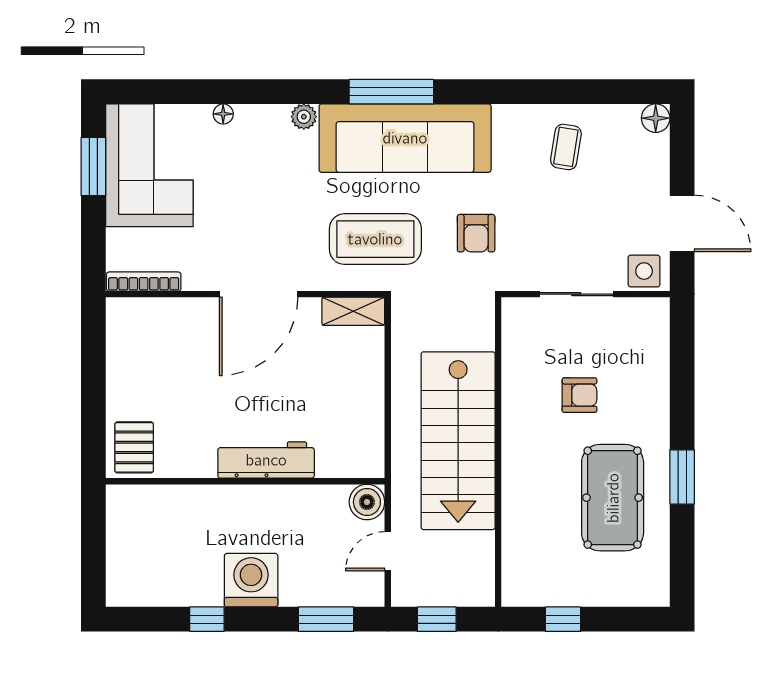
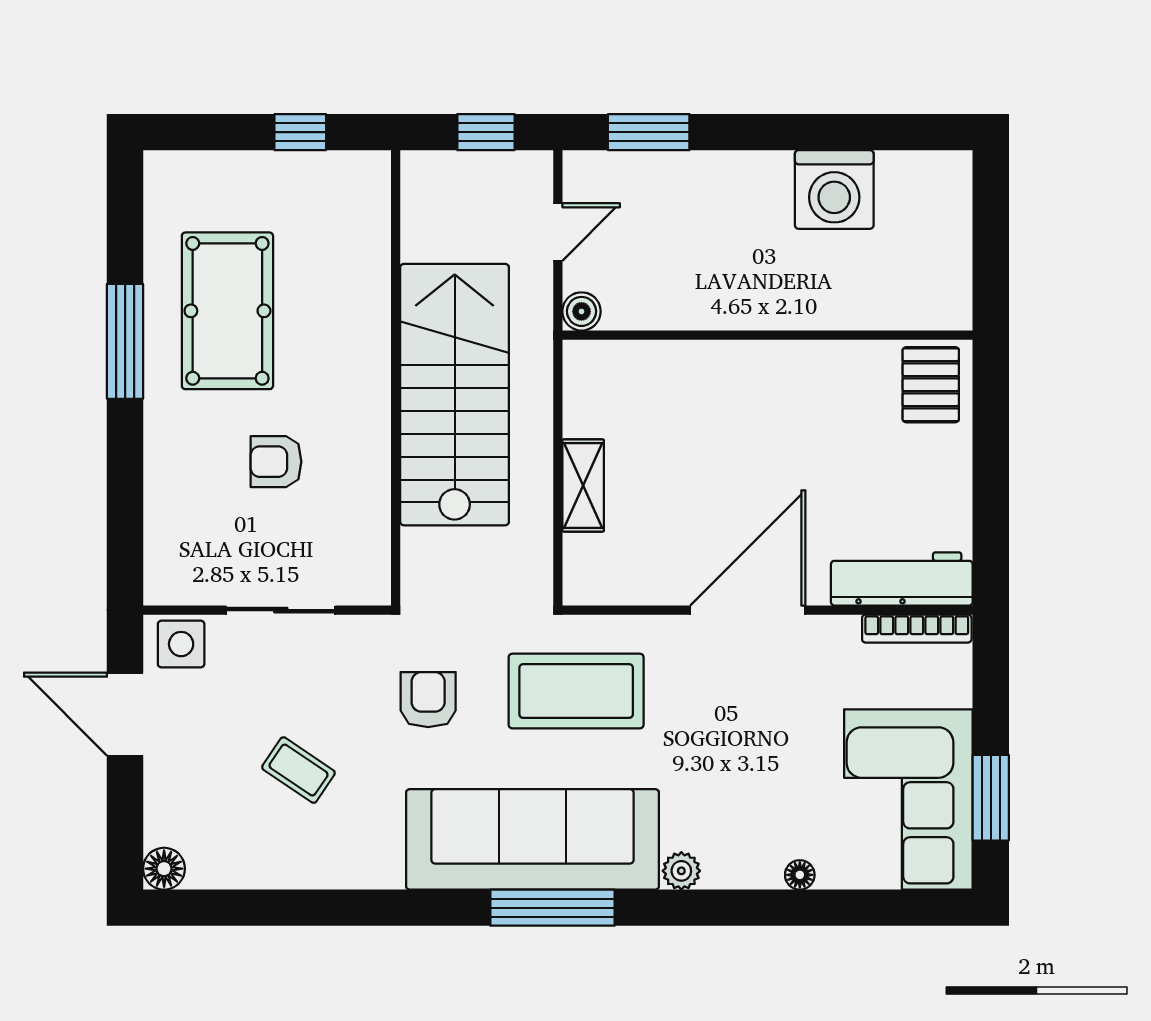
coffee table: (566, 147) -> (299, 770), moved, turned -65
shelving: (353, 311) -> (583, 485), moved, turned 90
workbench: (266, 460) -> (902, 579), moved, turned 180
window: (682, 477) -> (125, 341), width x1.44
boiler: (367, 502) -> (582, 311), width x0.73, depth x0.73
washing machine: (251, 580) -> (834, 189), moved
window: (207, 619) -> (824, 132), removed

